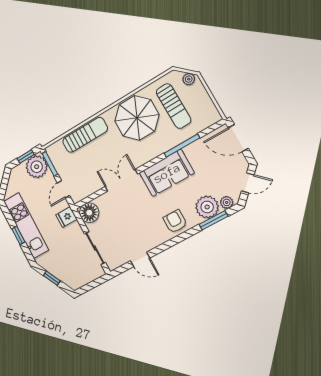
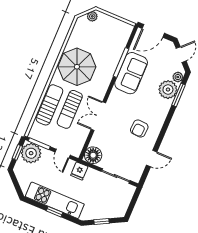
sun lounger: (174, 106) -> (70, 109), moved, turned 91
sofa: (167, 173) -> (131, 73), moved
armchair: (175, 221) -> (139, 128), moved, turned -86

